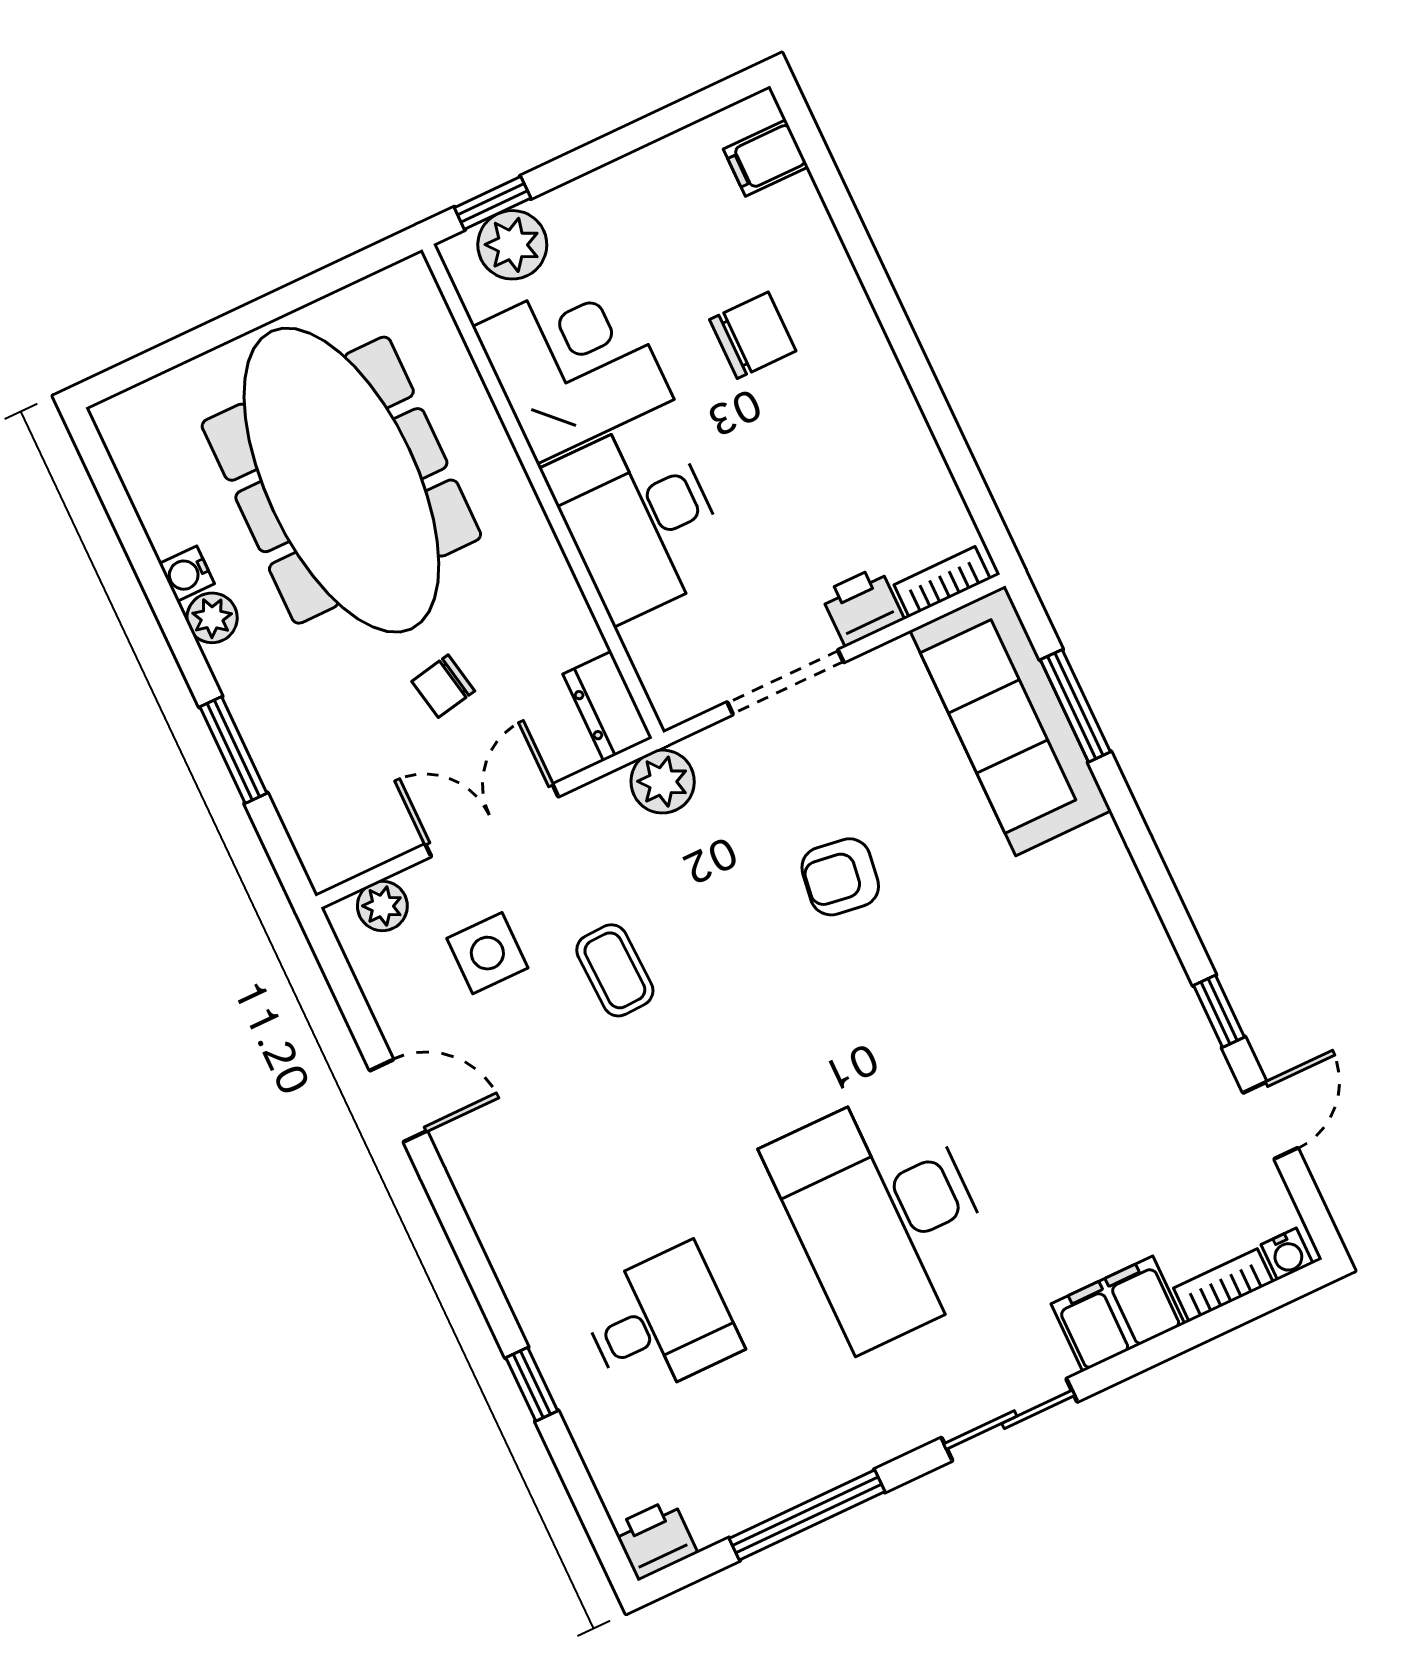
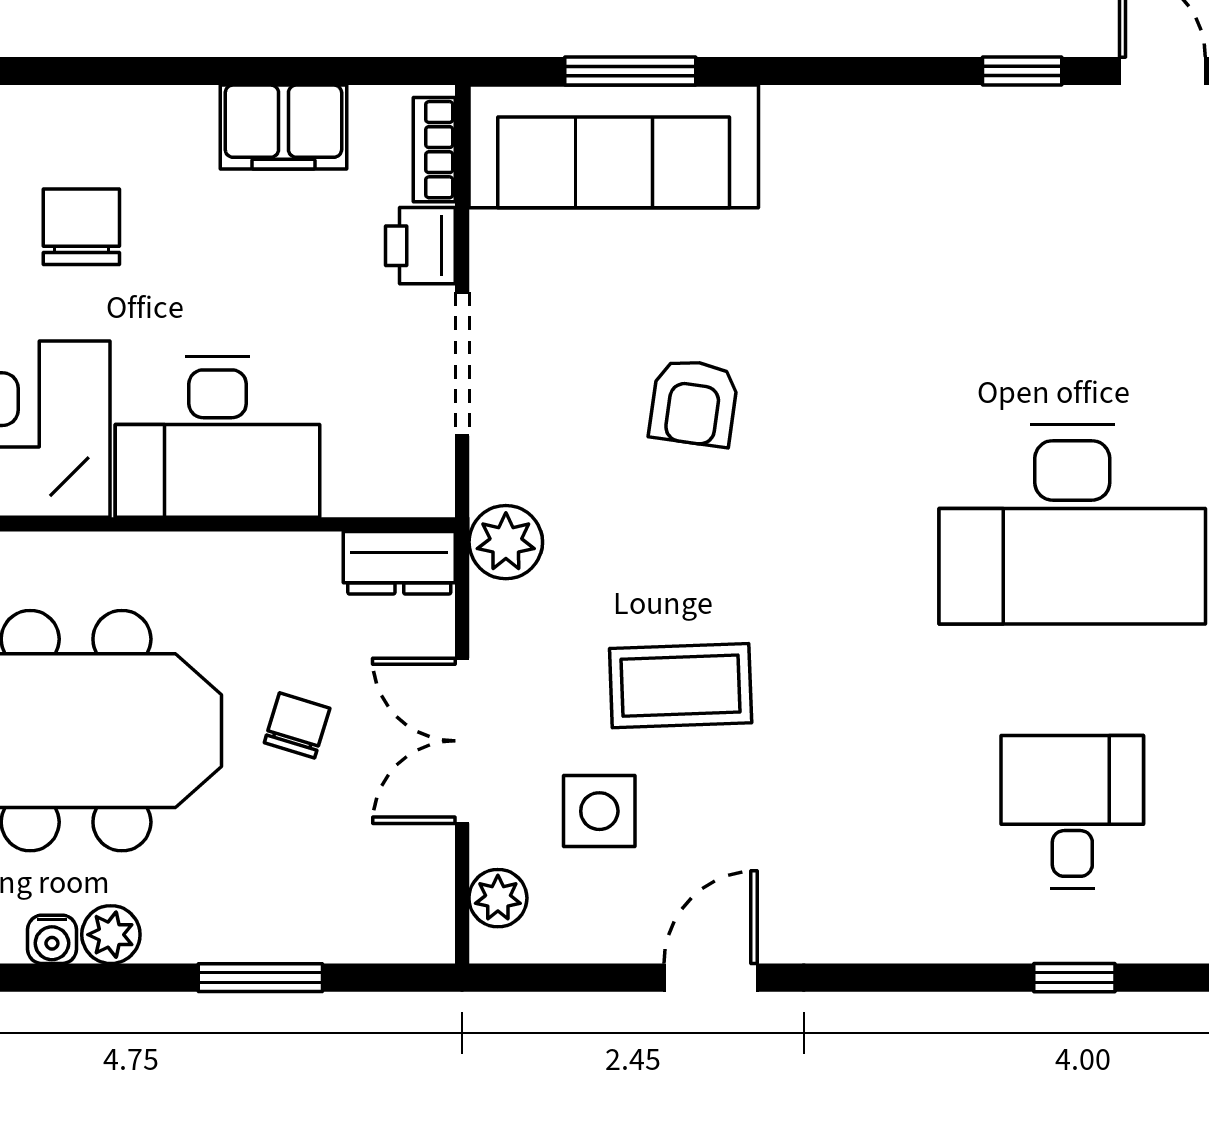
filing cabinet: (904, 456) -> (283, 127), added
chair: (443, 686) -> (297, 725), turned -152
coffee table: (615, 970) -> (681, 686), width x1.36, depth x1.30

